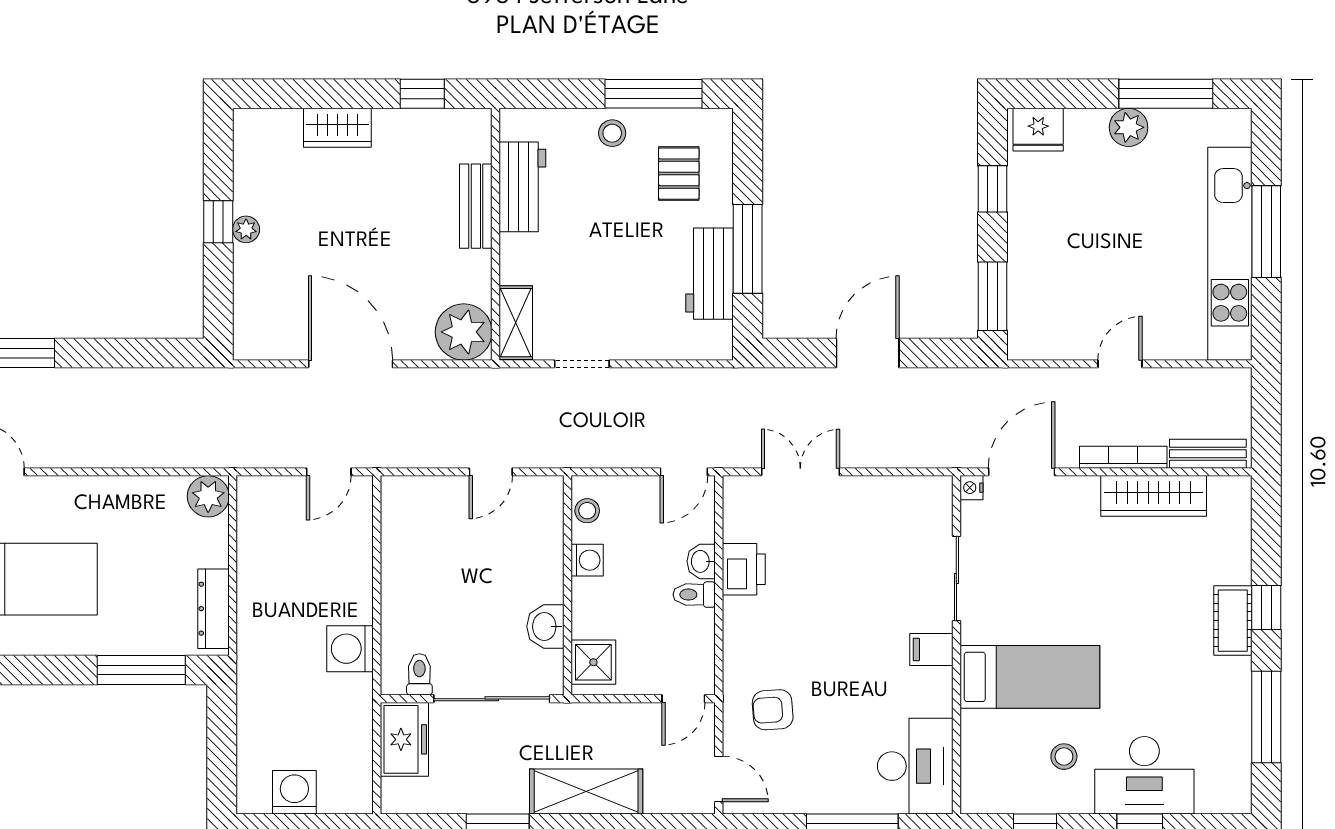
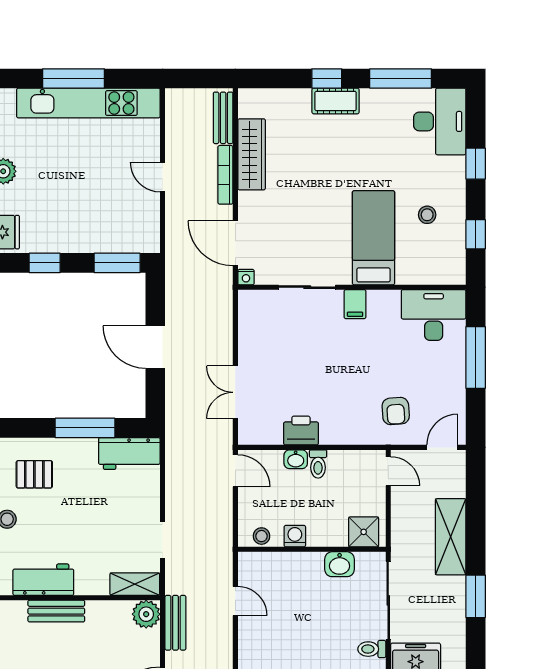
workbench: (710, 274) -> (129, 454), moved
plant: (464, 332) -> (146, 614), width x0.73, depth x0.73
bench: (459, 383) -> (175, 623), added
desk: (1144, 775) -> (440, 121), moved

